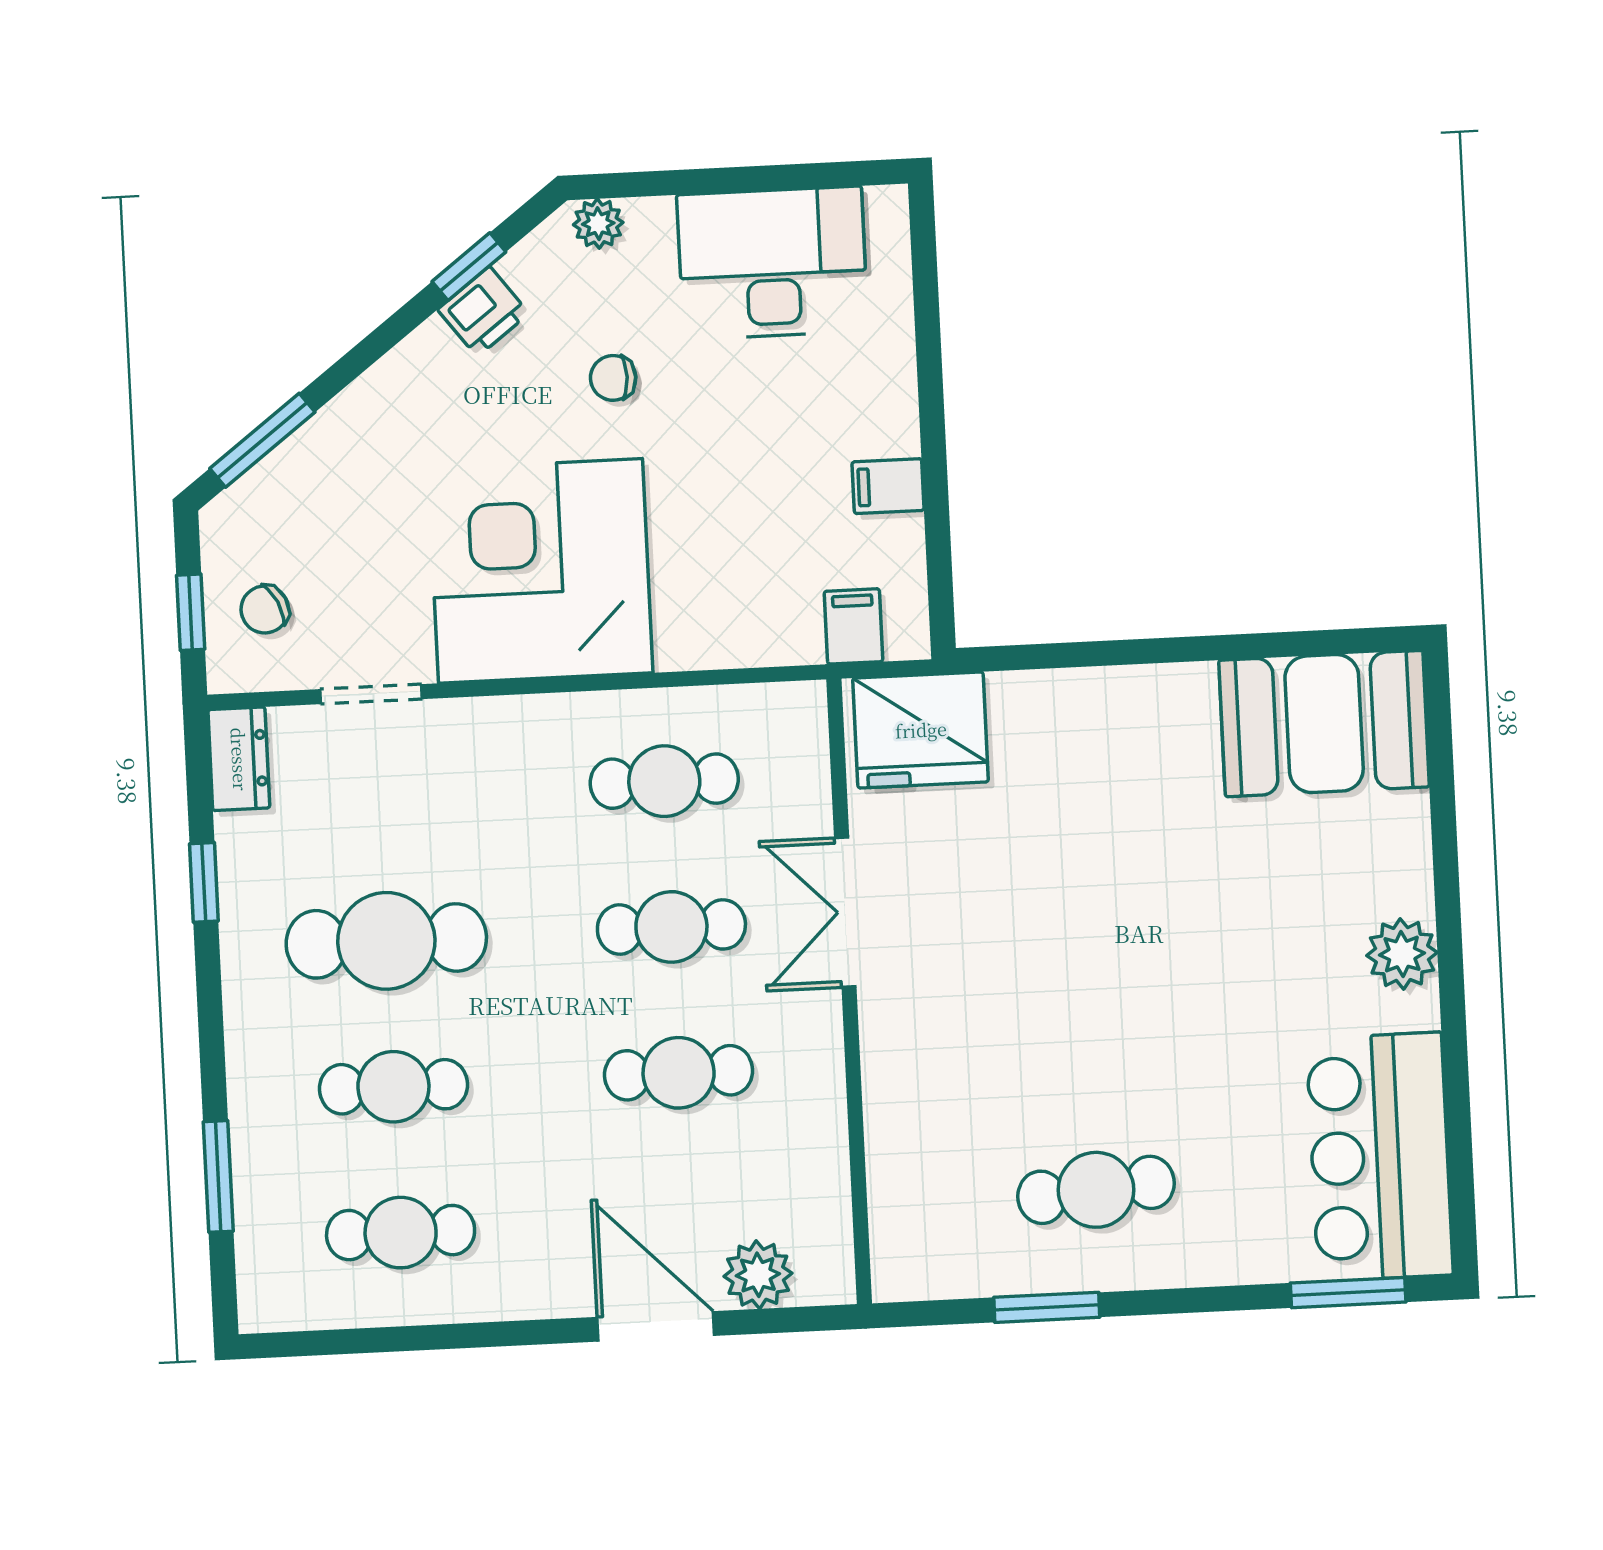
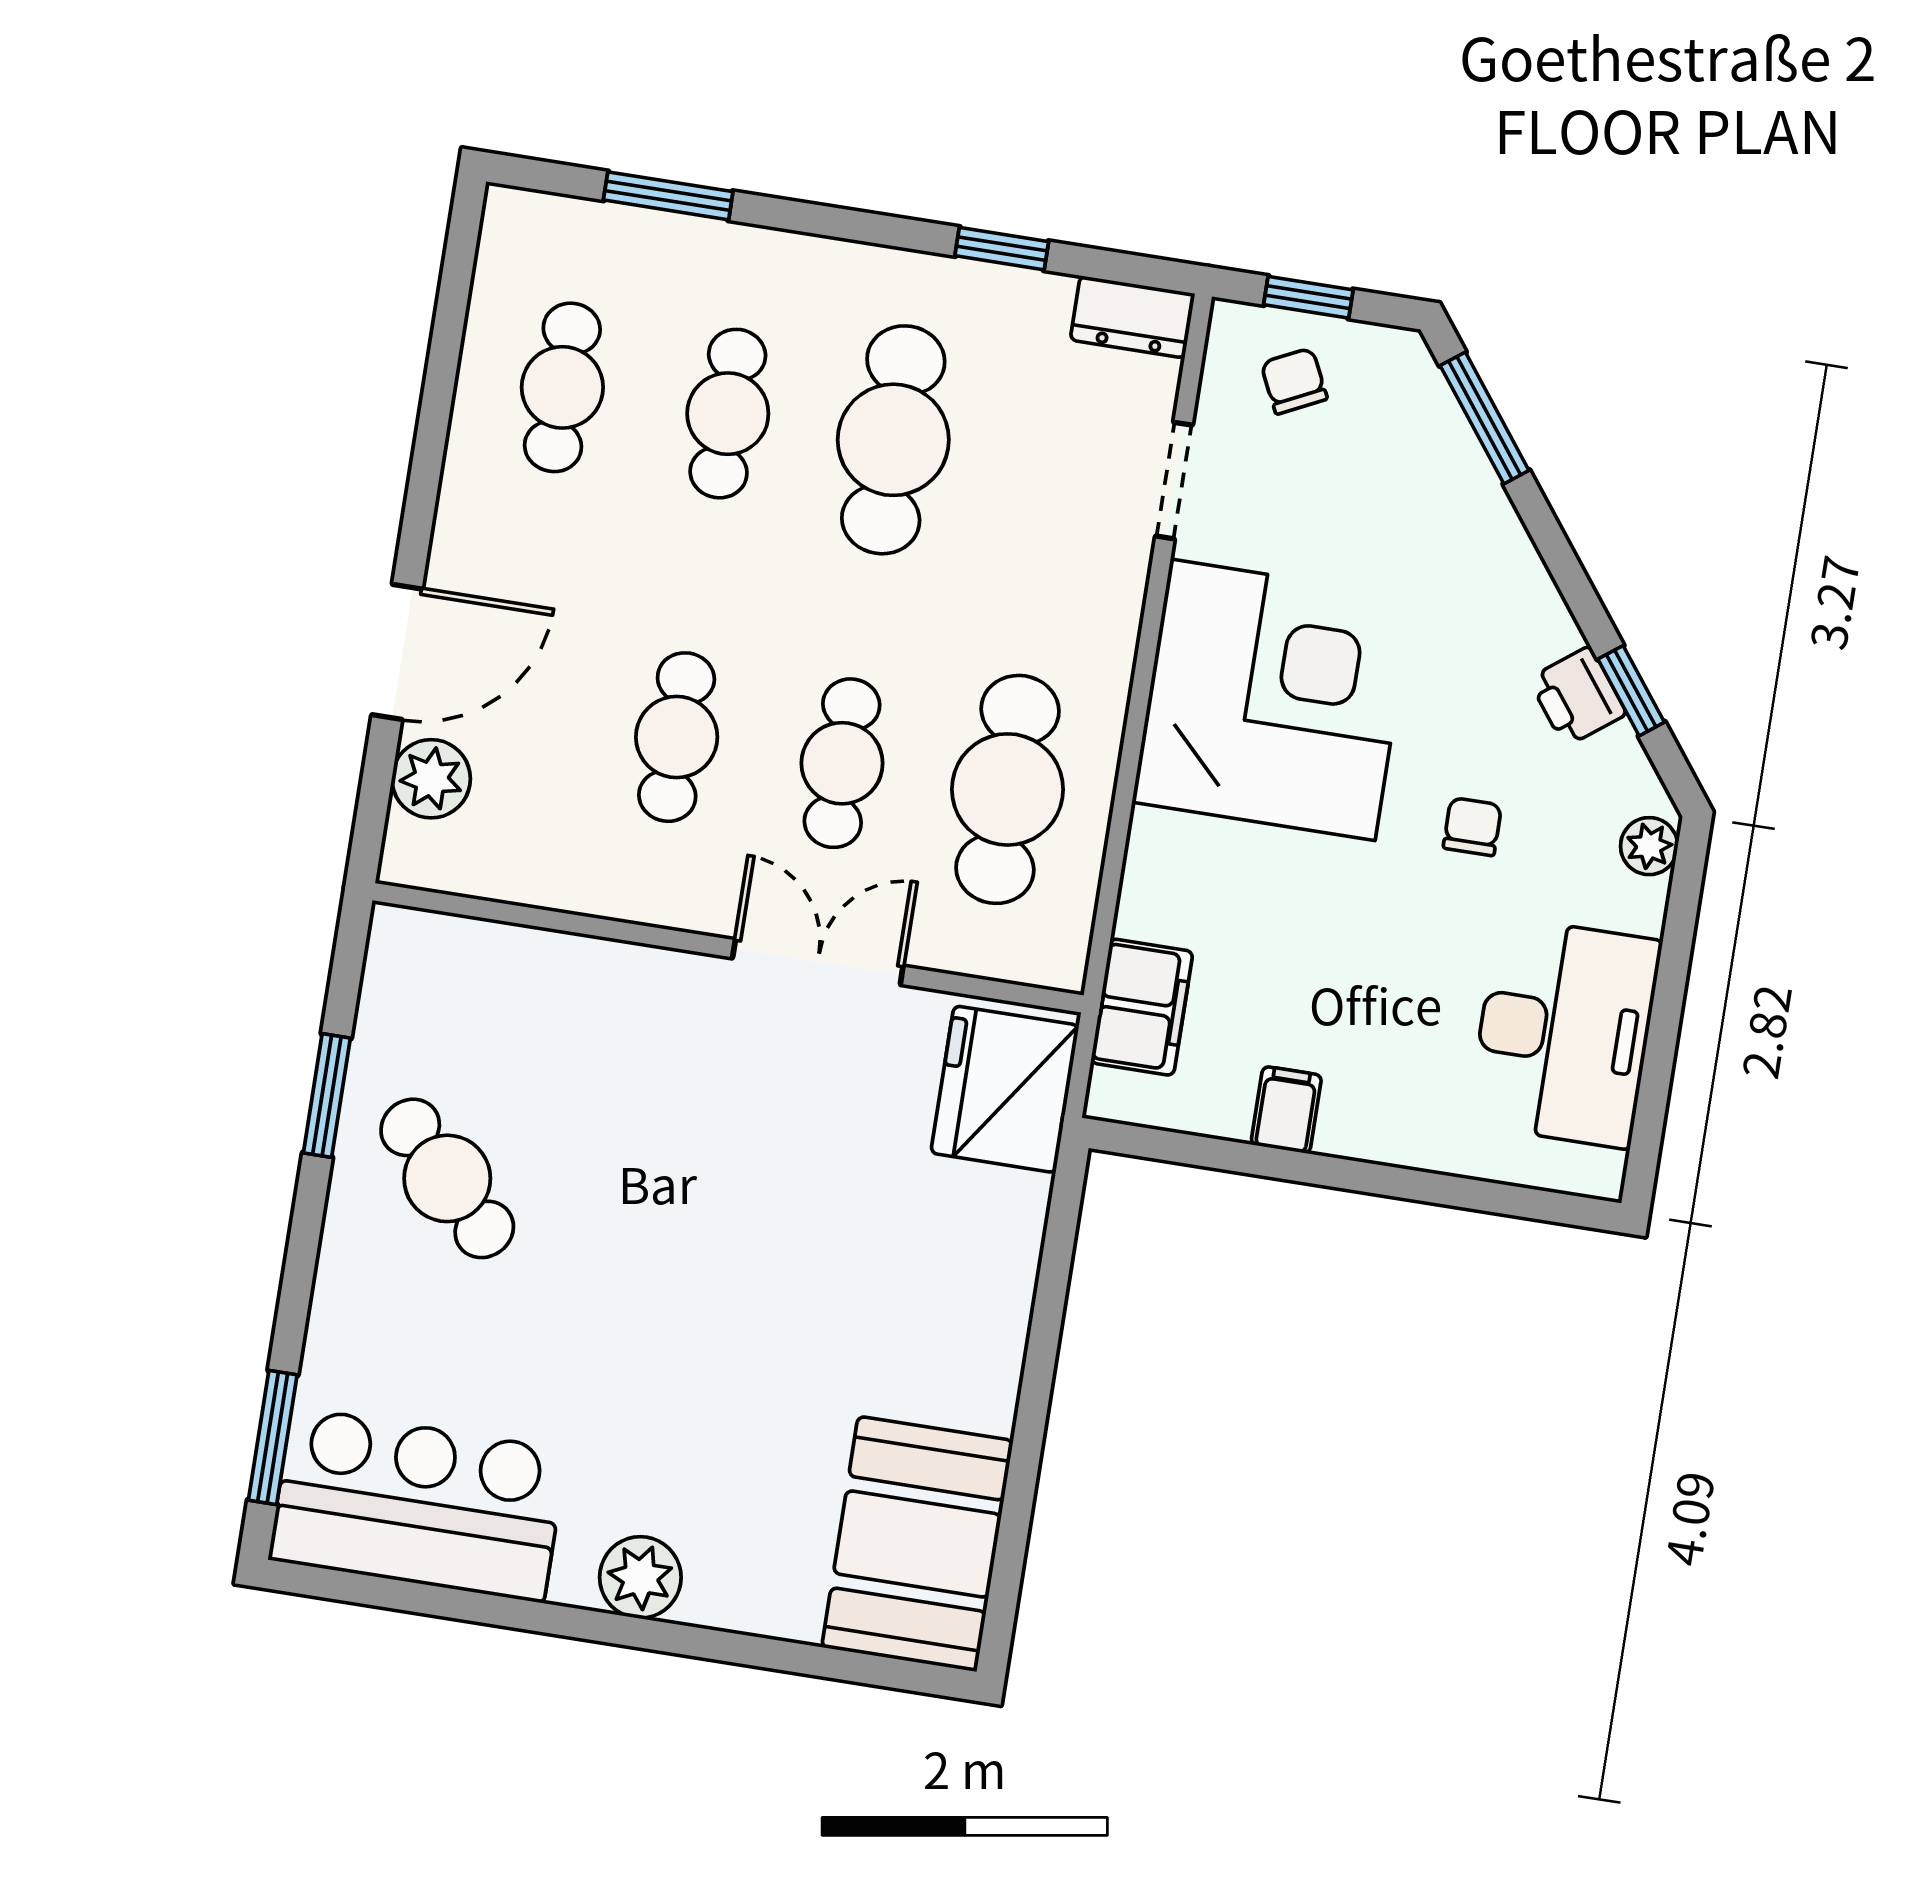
filing cabinet: (853, 626) -> (1142, 1007), width x2.00
cafe table: (664, 781) -> (1008, 789), width x1.37, depth x1.35
cafe table: (1096, 1190) -> (447, 1178), turned -40

